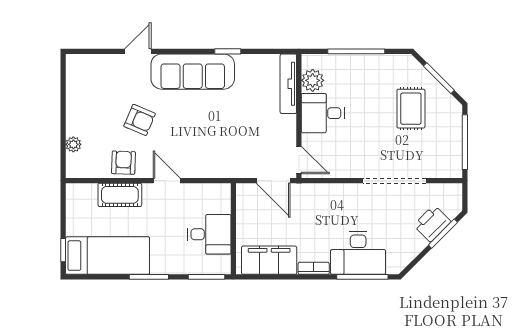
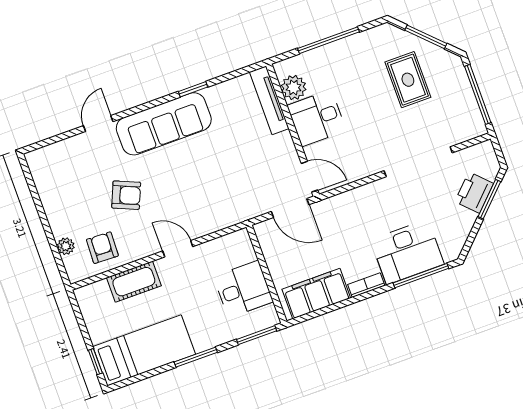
armchair: (123, 163) -> (102, 248), moved

